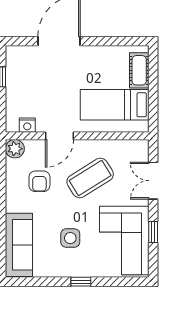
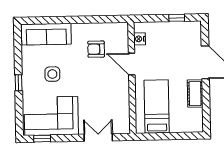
cot: (139, 70) -> (195, 94), moved, turned 90
plant: (15, 149) -> (121, 30), removed
coffee table: (90, 178) -> (99, 89), removed
window: (153, 232) -> (42, 139), moved

